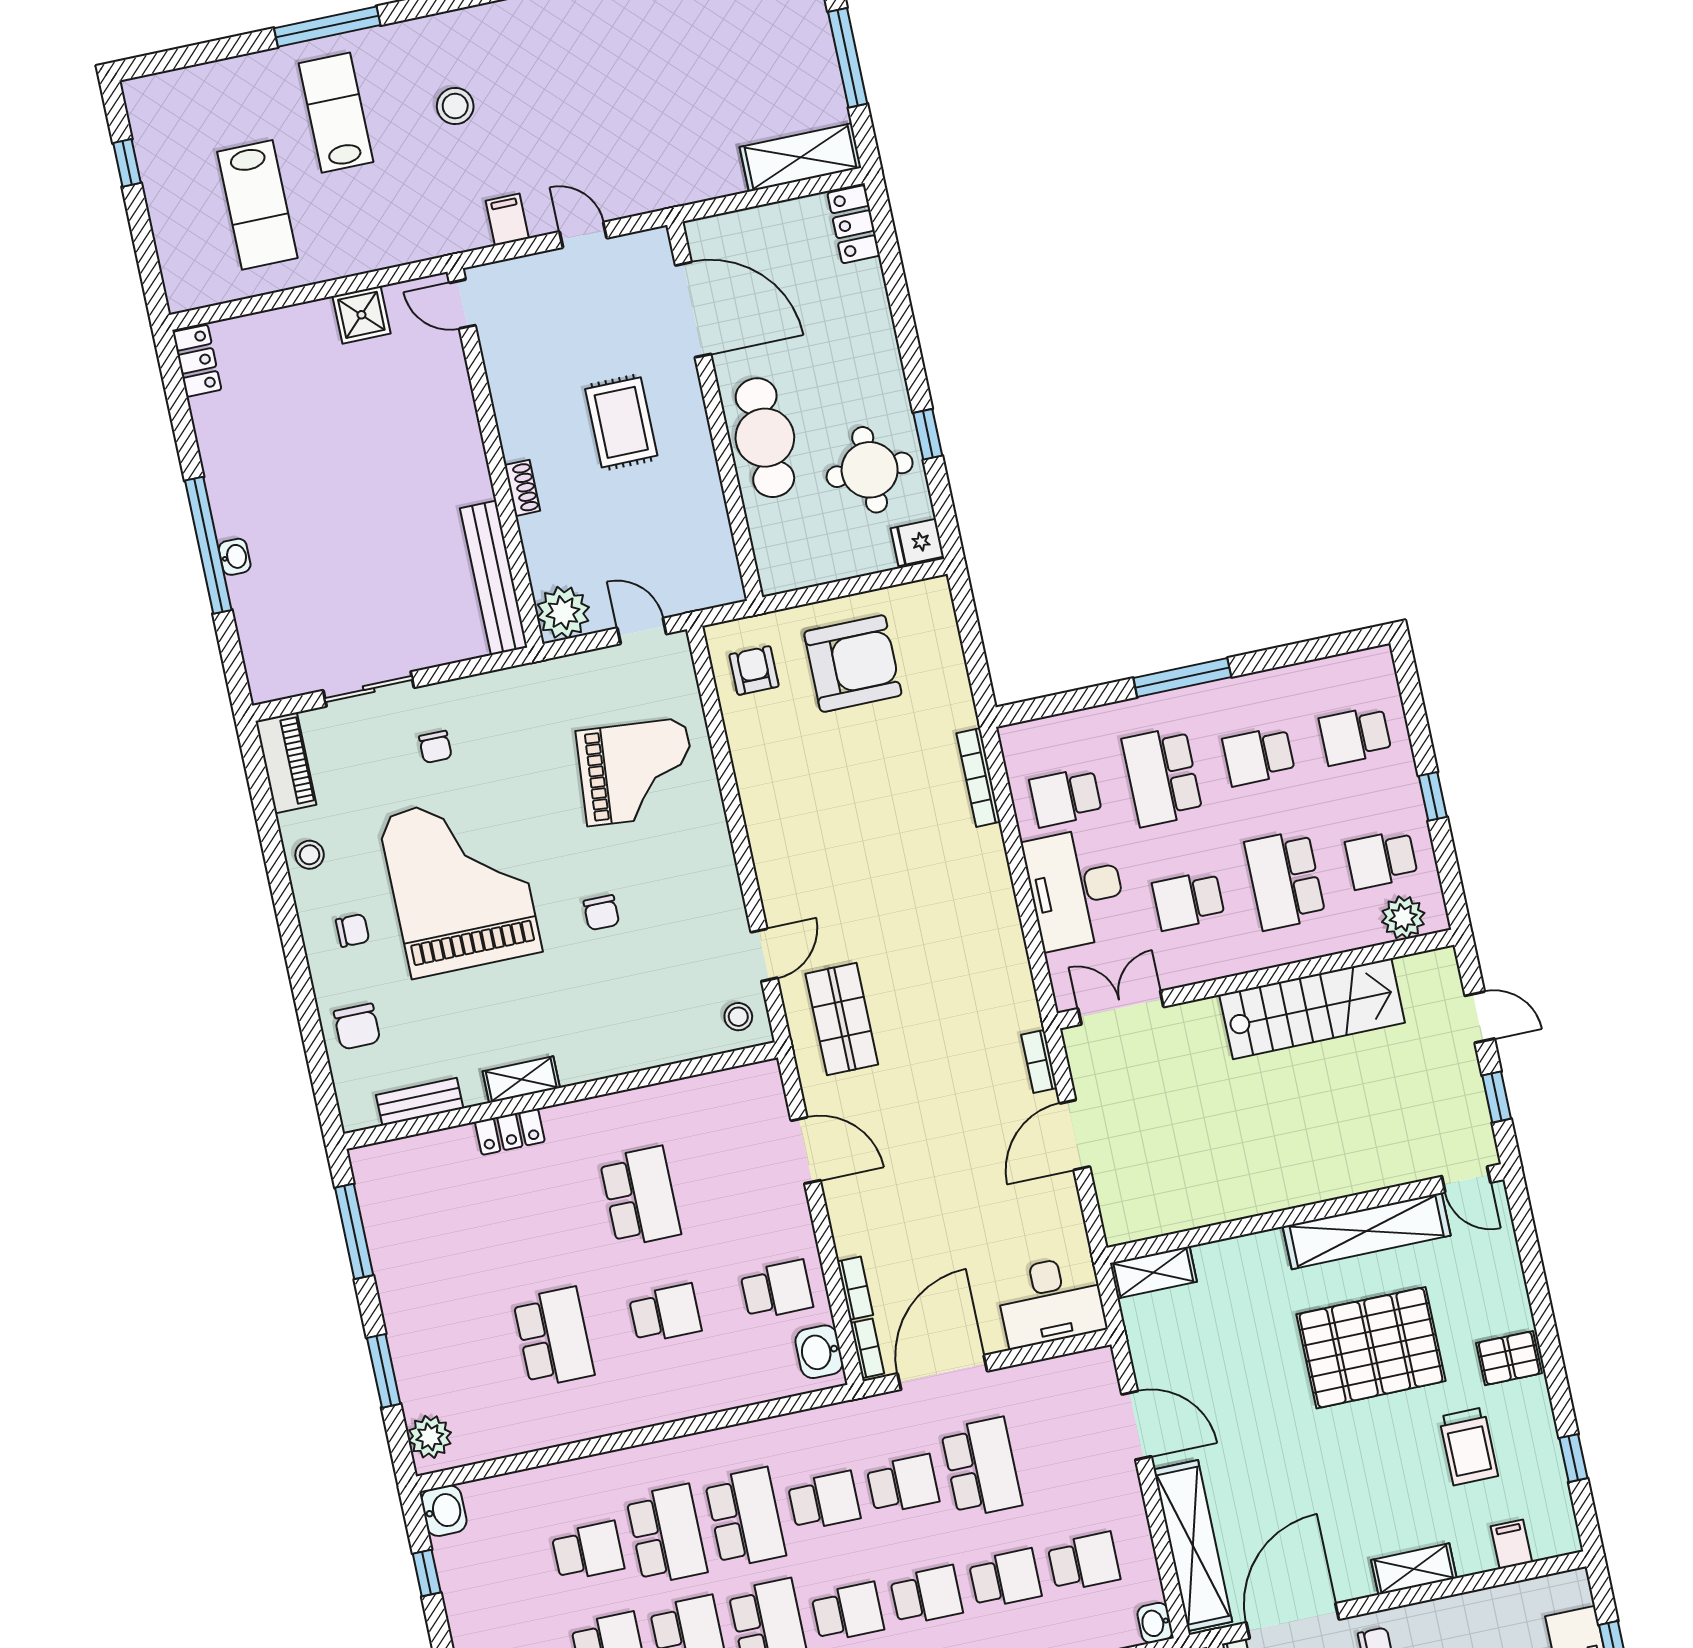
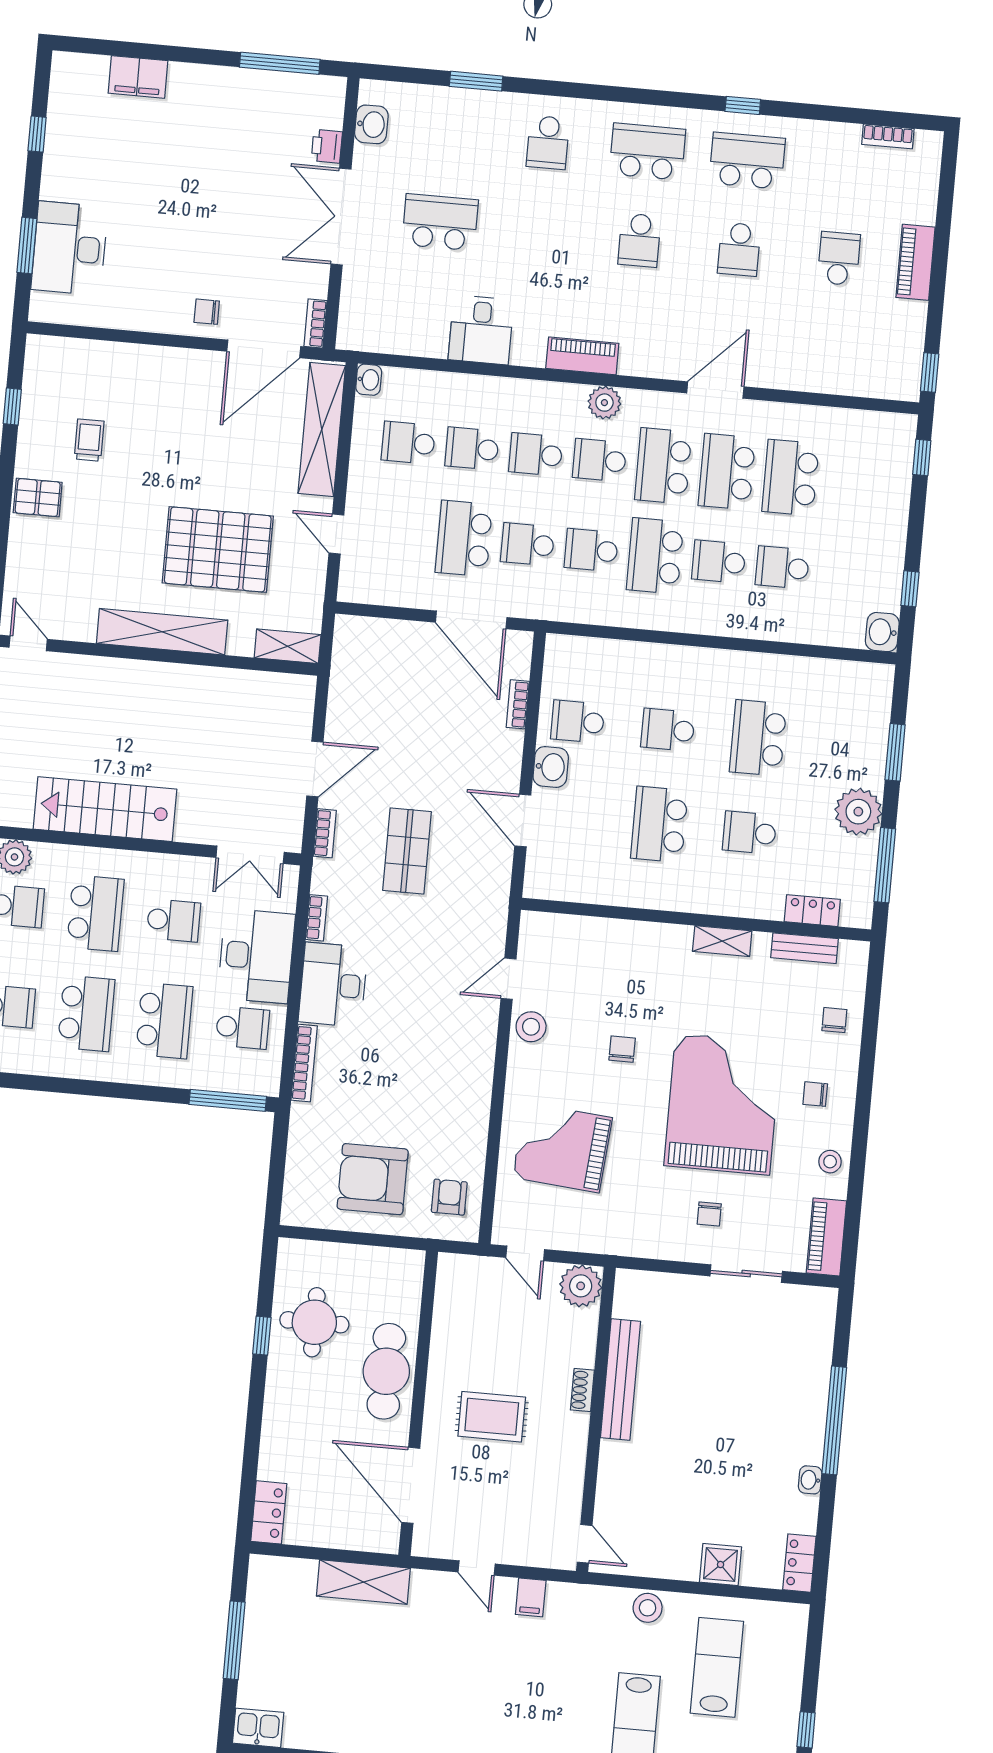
stool: (455, 106) -> (648, 1608), moved
shelving: (801, 157) -> (363, 1582), moved
shower: (361, 315) -> (721, 1565), moved
rug: (621, 422) -> (492, 1417), turned 90
fridge: (917, 542) -> (295, 1256), removed
washbasin: (235, 557) -> (810, 1480), moved
bench: (494, 578) -> (621, 1379), moved
armchair: (754, 670) -> (449, 1197), turned 180
window: (1182, 677) -> (228, 1100), moved
chair: (435, 747) -> (709, 1214), turned 180
school desk: (1259, 756) -> (86, 1013), width x1.85
grand piano: (460, 884) -> (723, 1104), turned 180
stool: (738, 1017) -> (531, 1027), moved, width x1.37, depth x1.37
shop shelf: (842, 1019) -> (407, 851), moved
chair: (357, 1027) -> (834, 1020), width x0.73, depth x0.73
locker: (510, 1132) -> (812, 911), moved
school desk: (529, 1220) -> (749, 833), added
shelving: (1367, 1231) -> (162, 632), moved
desk: (1051, 1301) -> (333, 985), moved, turned -90
bookcase: (867, 1348) -> (316, 918), moved, turned 180
pallet: (1371, 1348) -> (218, 549), moved
washbasin: (819, 1352) -> (551, 767), moved
door: (942, 1372) -> (471, 620), hinge flipped
door: (1136, 1425) -> (336, 534), width x0.73
plant: (430, 1437) -> (858, 812), moved, width x1.36, depth x1.36
trolley: (1469, 1446) -> (89, 440), width x0.73, depth x0.72
school desk: (667, 1534) -> (719, 562), width x0.54
filing cabinet: (1511, 1544) -> (80, 356), removed
shelving: (1414, 1569) -> (160, 360), removed

